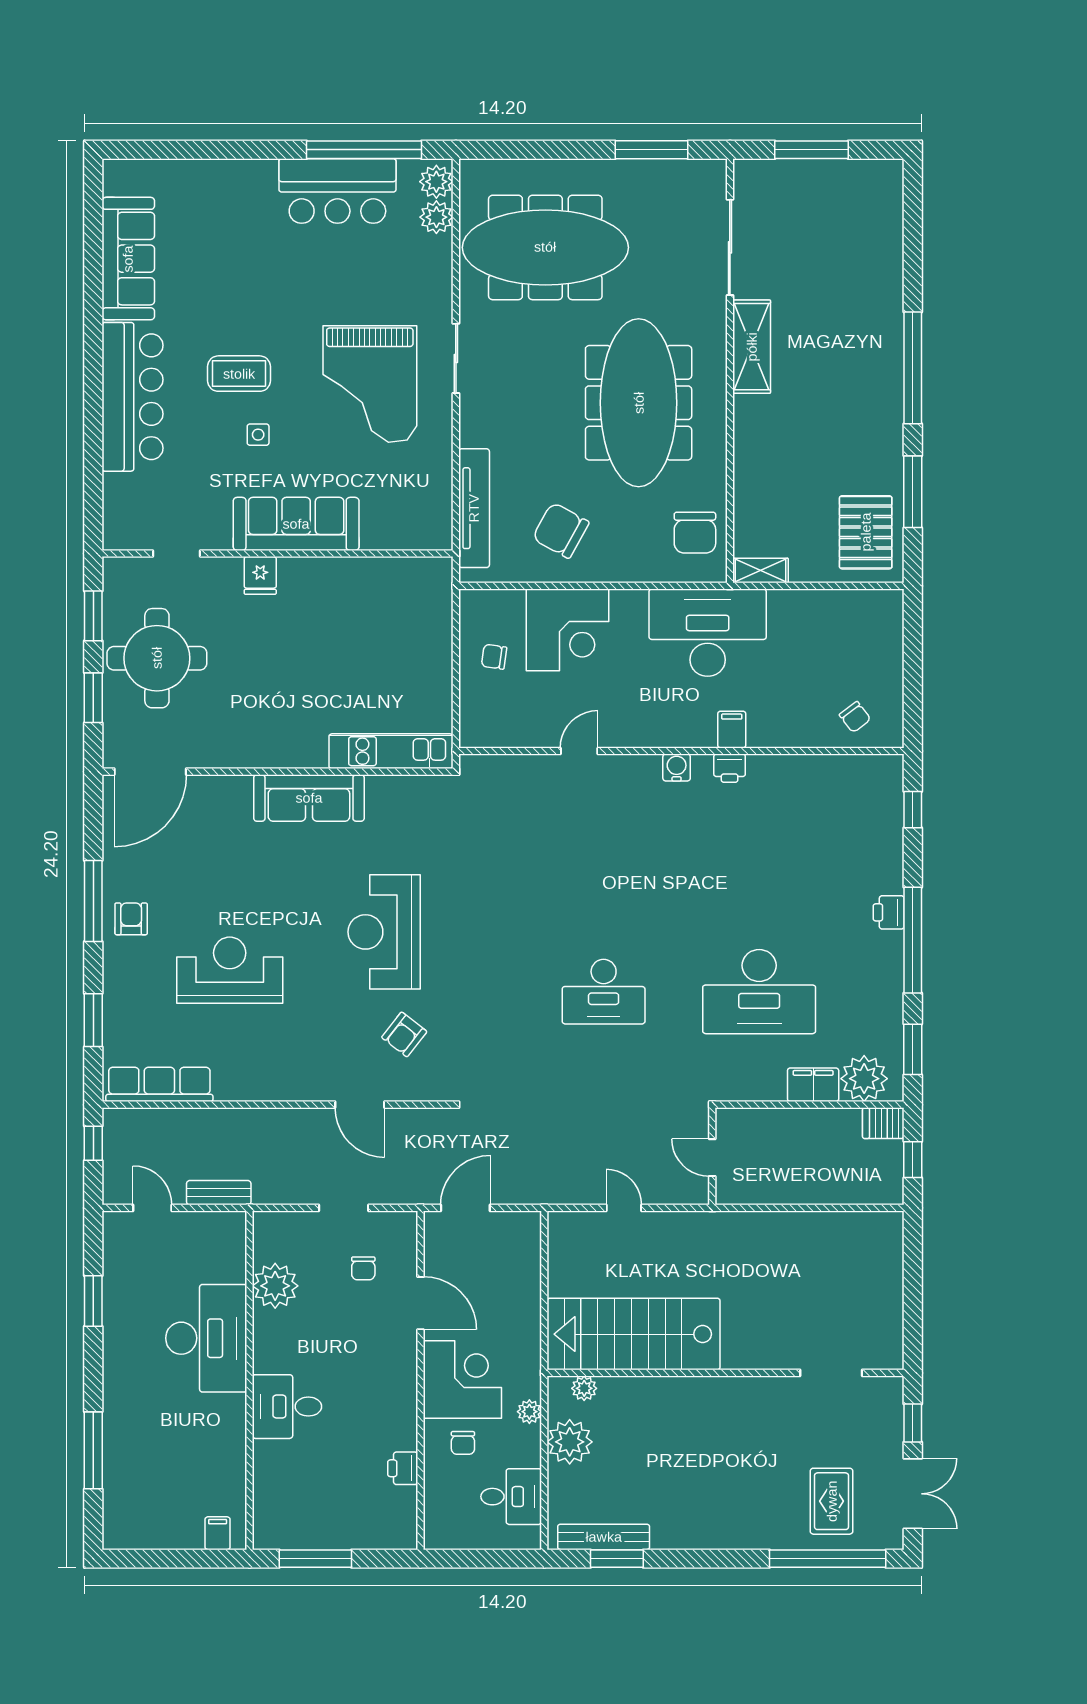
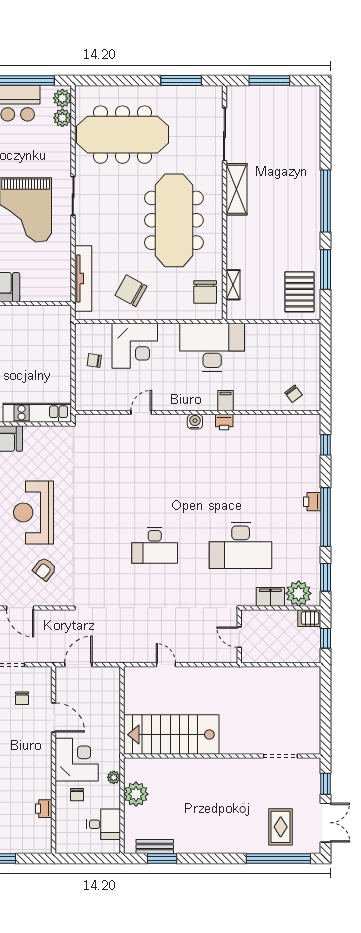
shelving: (760, 571) -> (233, 285), moved, turned 90
wall: (712, 1156) -> (239, 636), moved
door: (712, 1158) -> (239, 637), moved
plant: (584, 1388) -> (144, 764), removed
bench: (604, 1537) -> (155, 847), width x0.73

